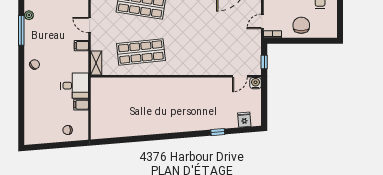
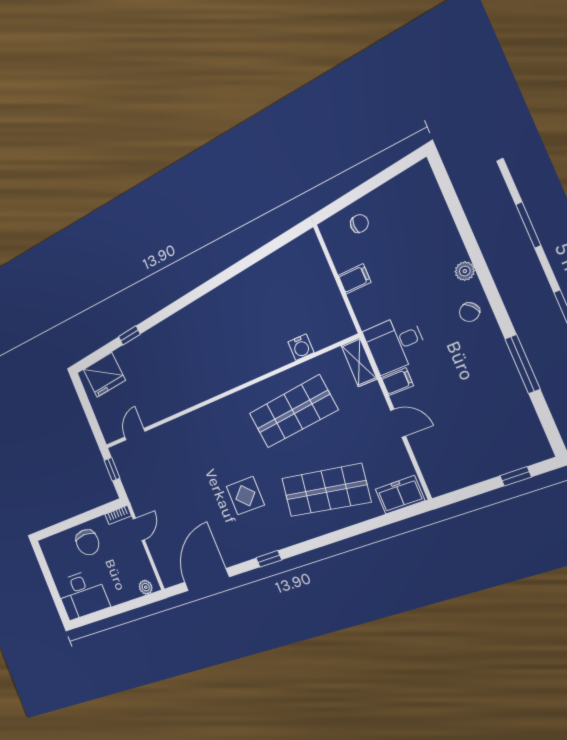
plant: (29, 15) -> (465, 271), moved
display table: (187, 18) -> (245, 496), added
water cooler: (256, 83) -> (301, 347), moved
desk: (75, 86) -> (395, 344), moved
fridge: (244, 120) -> (104, 375), width x1.88, depth x1.34

